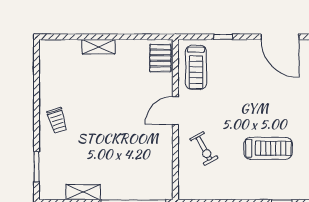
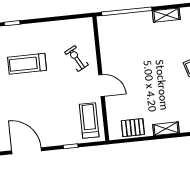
pallet: (160, 58) -> (133, 128), moved, turned 90
door: (175, 111) -> (102, 86), hinge flipped

